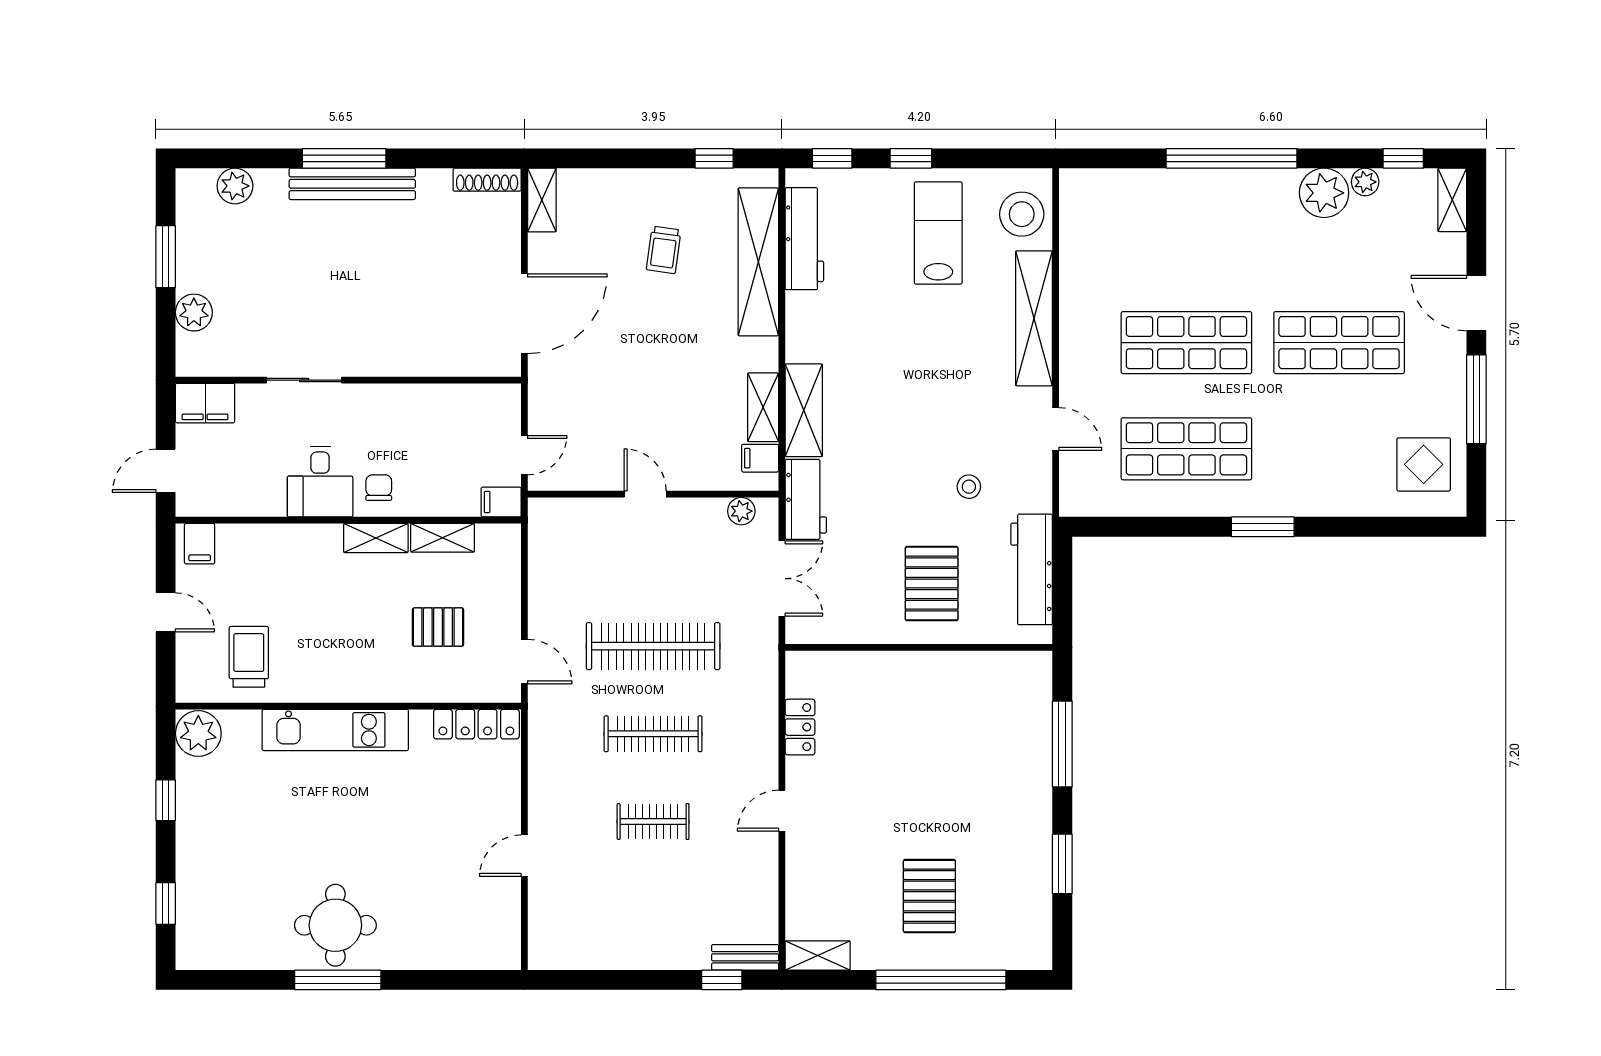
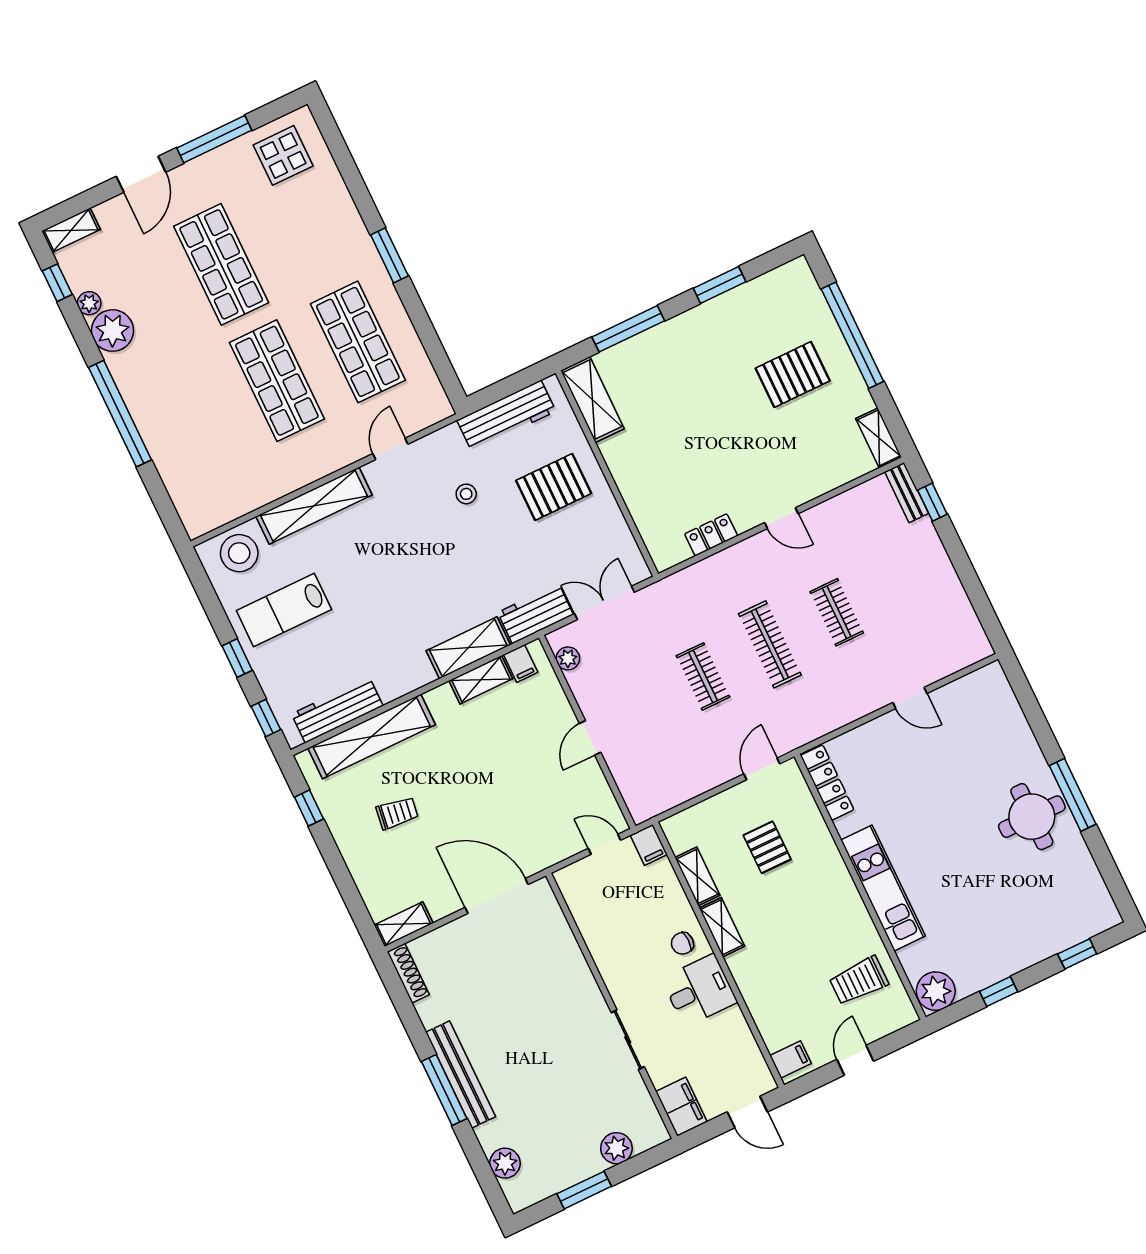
clothes rail: (653, 646) -> (703, 676), width x0.54, depth x0.76
shelving: (1005, 670) -> (592, 400), added

